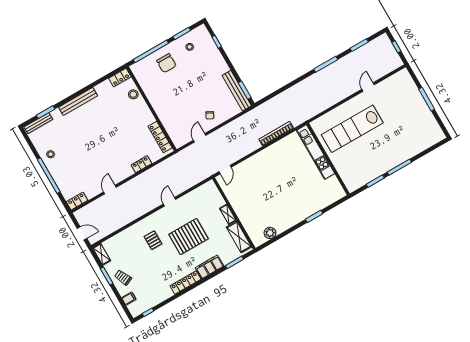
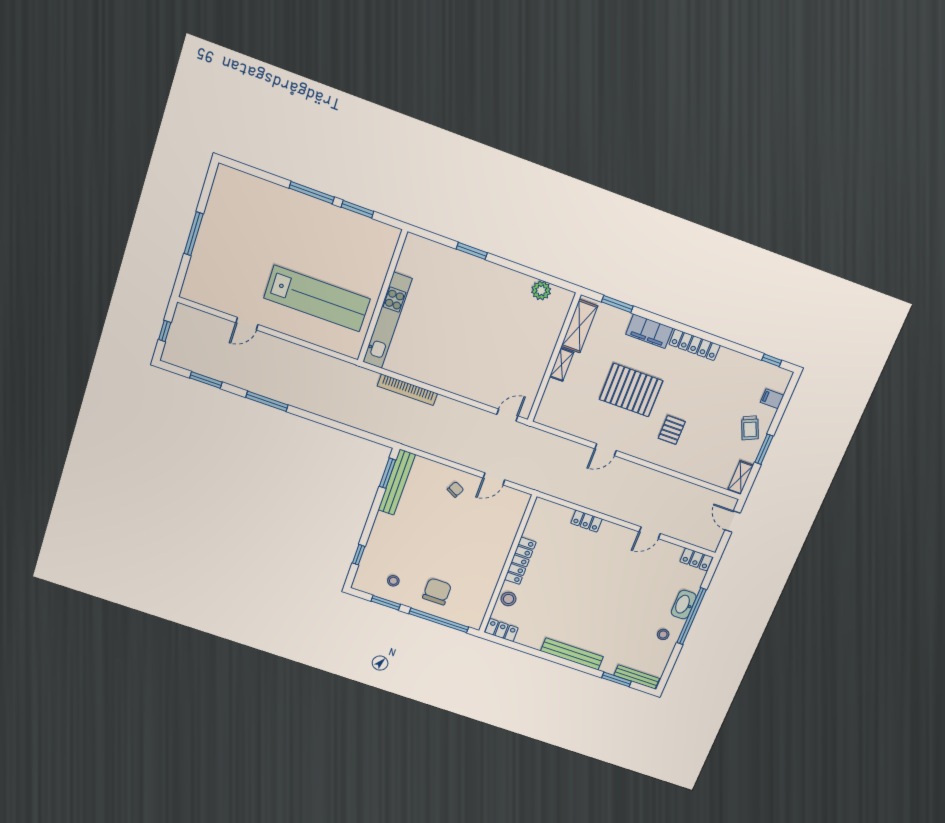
locker: (160, 137) -> (520, 561), moved
washbasin: (58, 177) -> (684, 605), added

